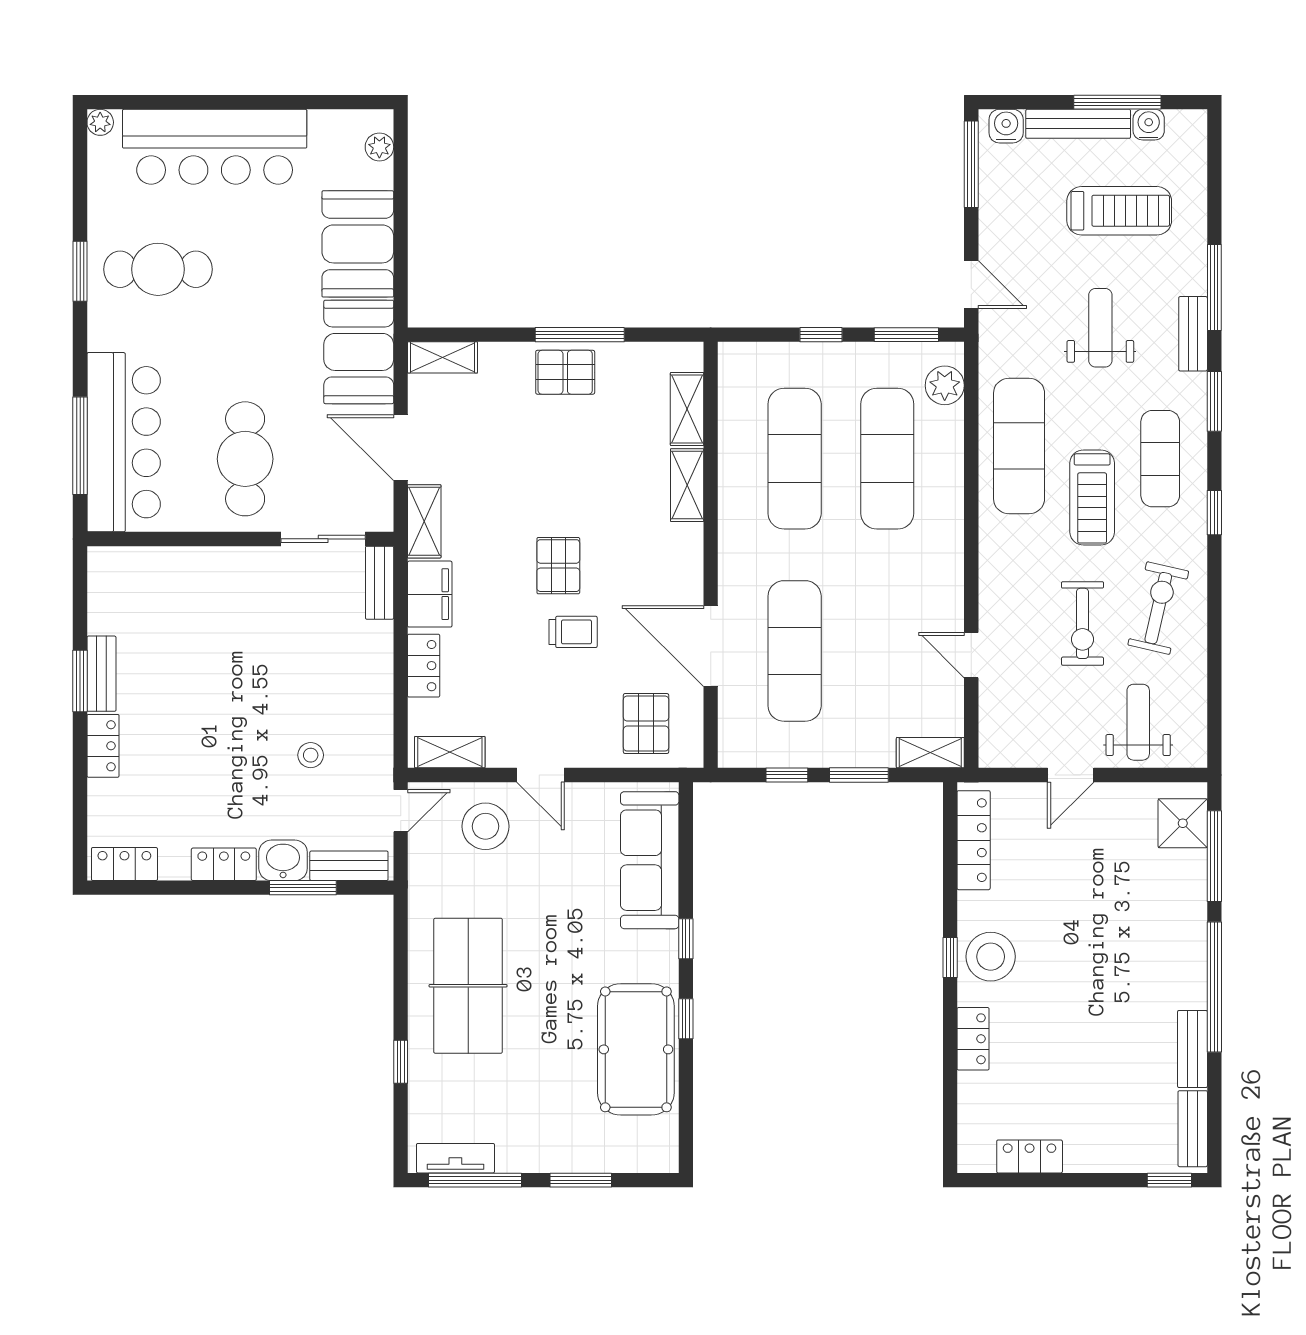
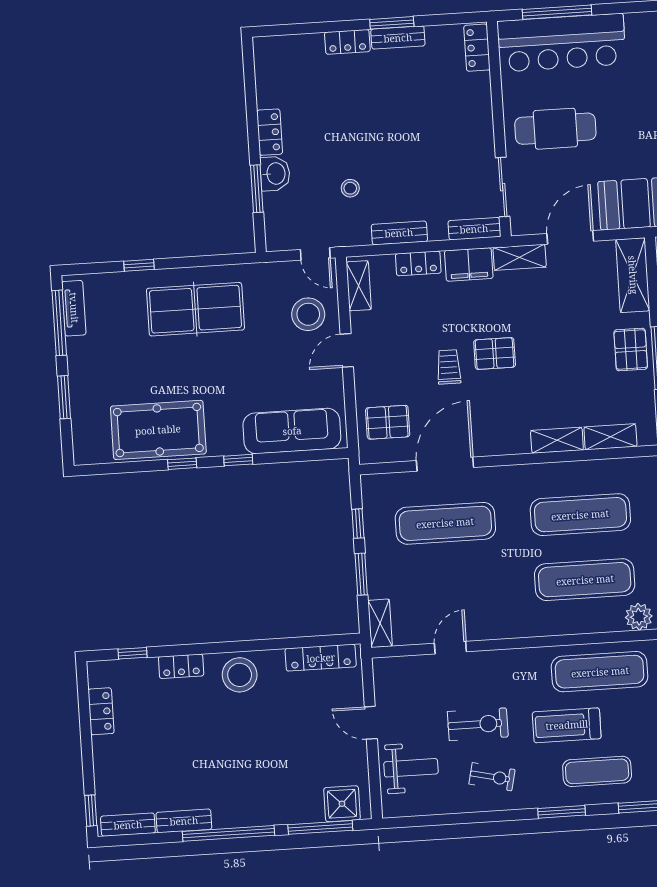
shelving: (442, 357) -> (633, 275), width x1.50, depth x1.33
window: (1214, 513) -> (562, 812), width x1.50
exercise bike: (1158, 608) -> (492, 777), width x0.73, depth x0.72
exercise bike: (1083, 623) -> (478, 724), turned 180
trolley: (573, 632) -> (449, 367), turned 180
locker: (124, 864) -> (477, 48), moved, turned 180
bench: (349, 866) -> (399, 233), moved, turned 90
window: (950, 958) -> (132, 653), moved

